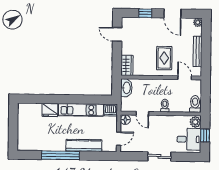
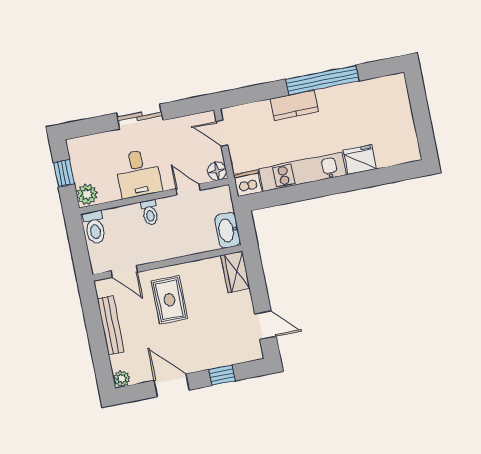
door: (119, 139) -> (222, 133), hinge flipped
desk: (189, 139) -> (138, 174), moved, turned -90
kitchen counter: (84, 145) -> (294, 105), width x0.67

